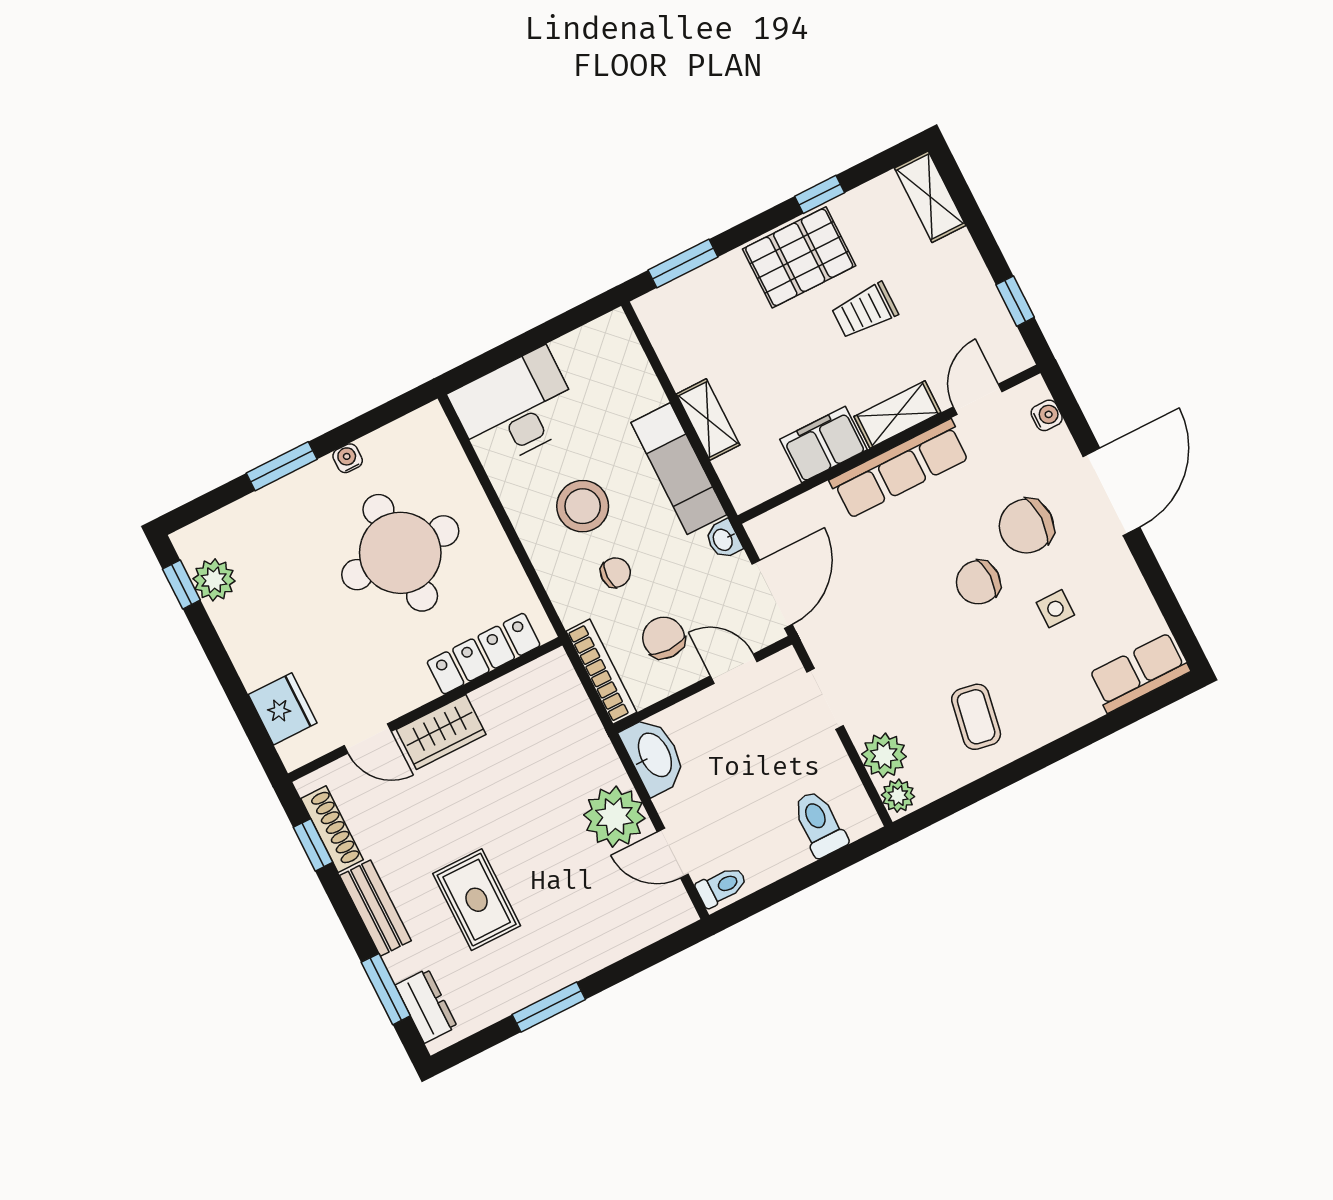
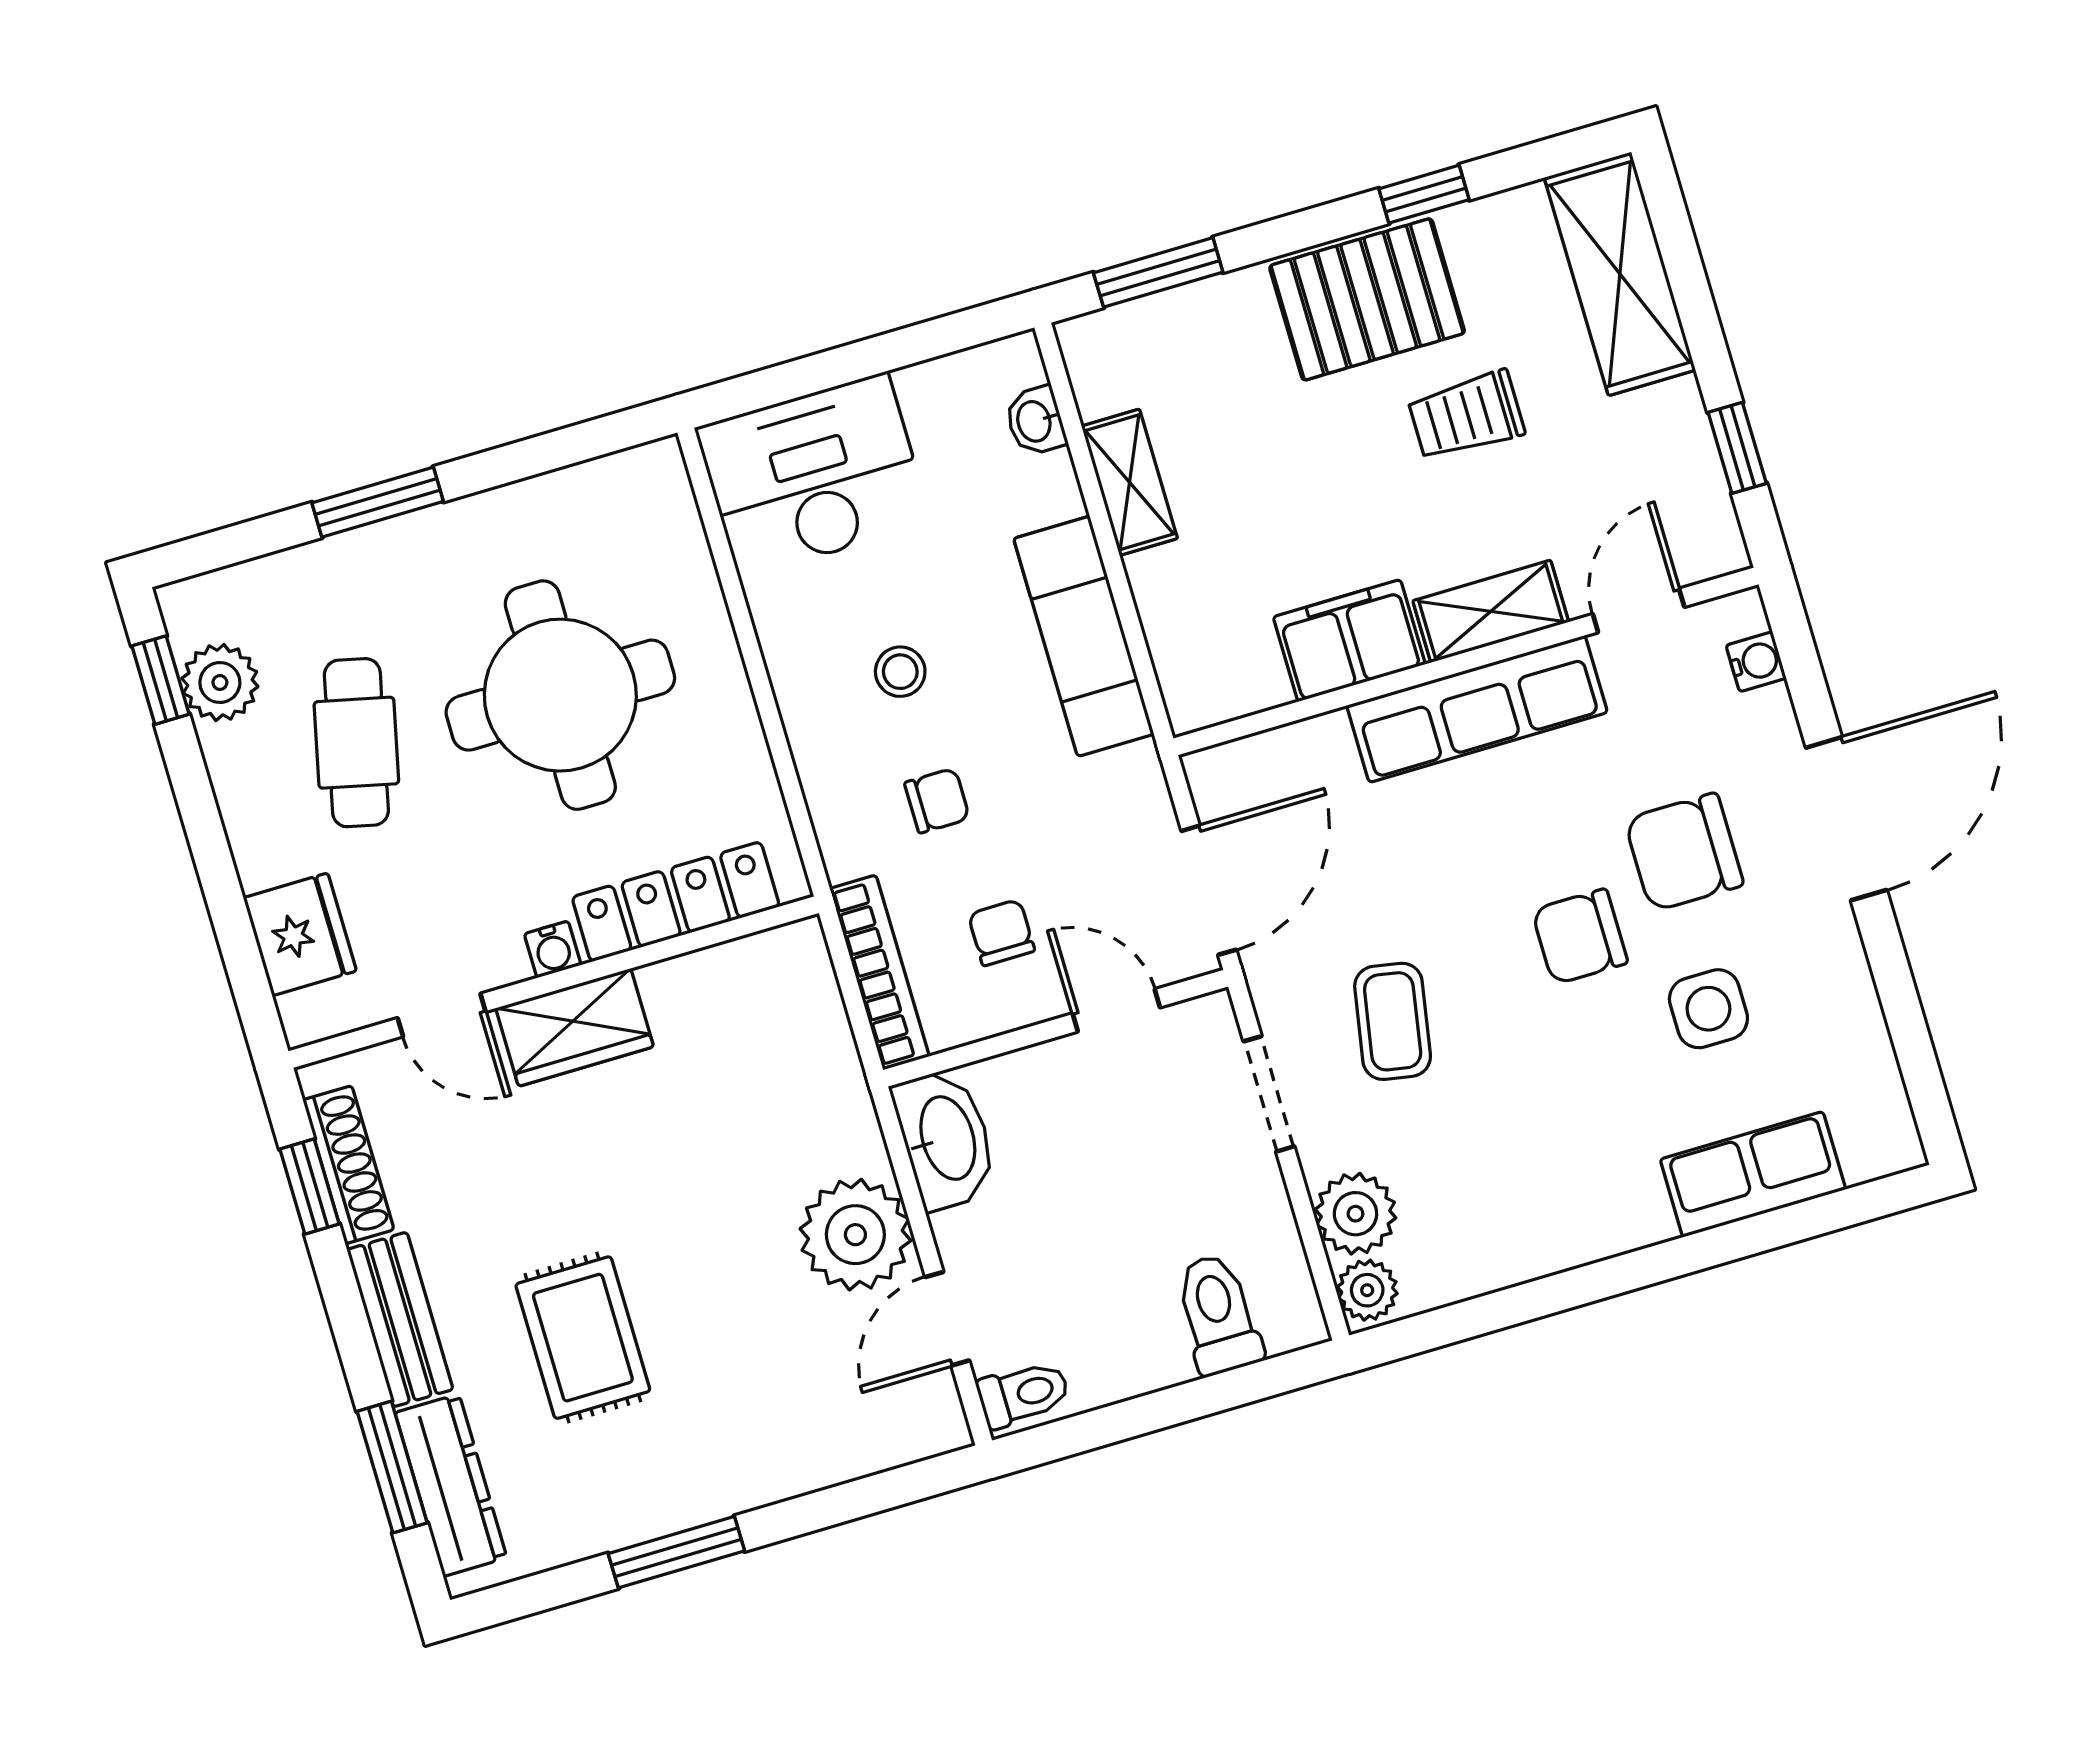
shelving: (930, 197) -> (1620, 274), width x1.50, depth x1.33
shelving: (708, 419) -> (1129, 482), moved
water cooler: (348, 458) -> (553, 949), moved, turned 180
stool: (583, 506) -> (900, 672), width x0.53, depth x0.53
washbasin: (723, 539) -> (1035, 421), moved
cafe table: (294, 599) -> (356, 743), added
side table: (1055, 609) -> (1708, 1009), width x1.37, depth x1.37
chair: (664, 638) -> (1001, 933), width x0.73, depth x0.73
row of seats: (1139, 673) -> (1753, 1174), moved
coffee table: (976, 717) -> (1393, 1021), moved
door: (673, 853) -> (947, 1319), hinge flipped
dresser: (426, 1006) -> (451, 1485), width x1.44

